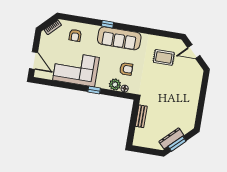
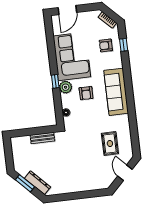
window: (108, 24) -> (124, 45), moved
armchair: (126, 69) -> (86, 93), moved
plant: (115, 85) -> (66, 87), moved
dresser: (171, 138) -> (37, 183), moved

